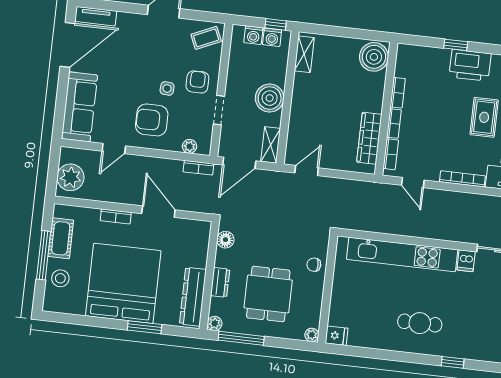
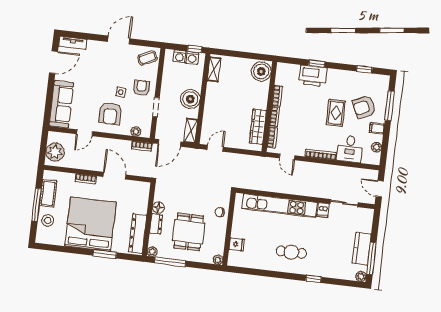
door: (67, 45) -> (53, 62), width x0.73
printer: (470, 65) -> (313, 76), moved
armchair: (152, 120) -> (110, 113), turned -90
floor lamp: (225, 240) -> (158, 208), moved
fridge: (336, 336) -> (237, 244), moved

